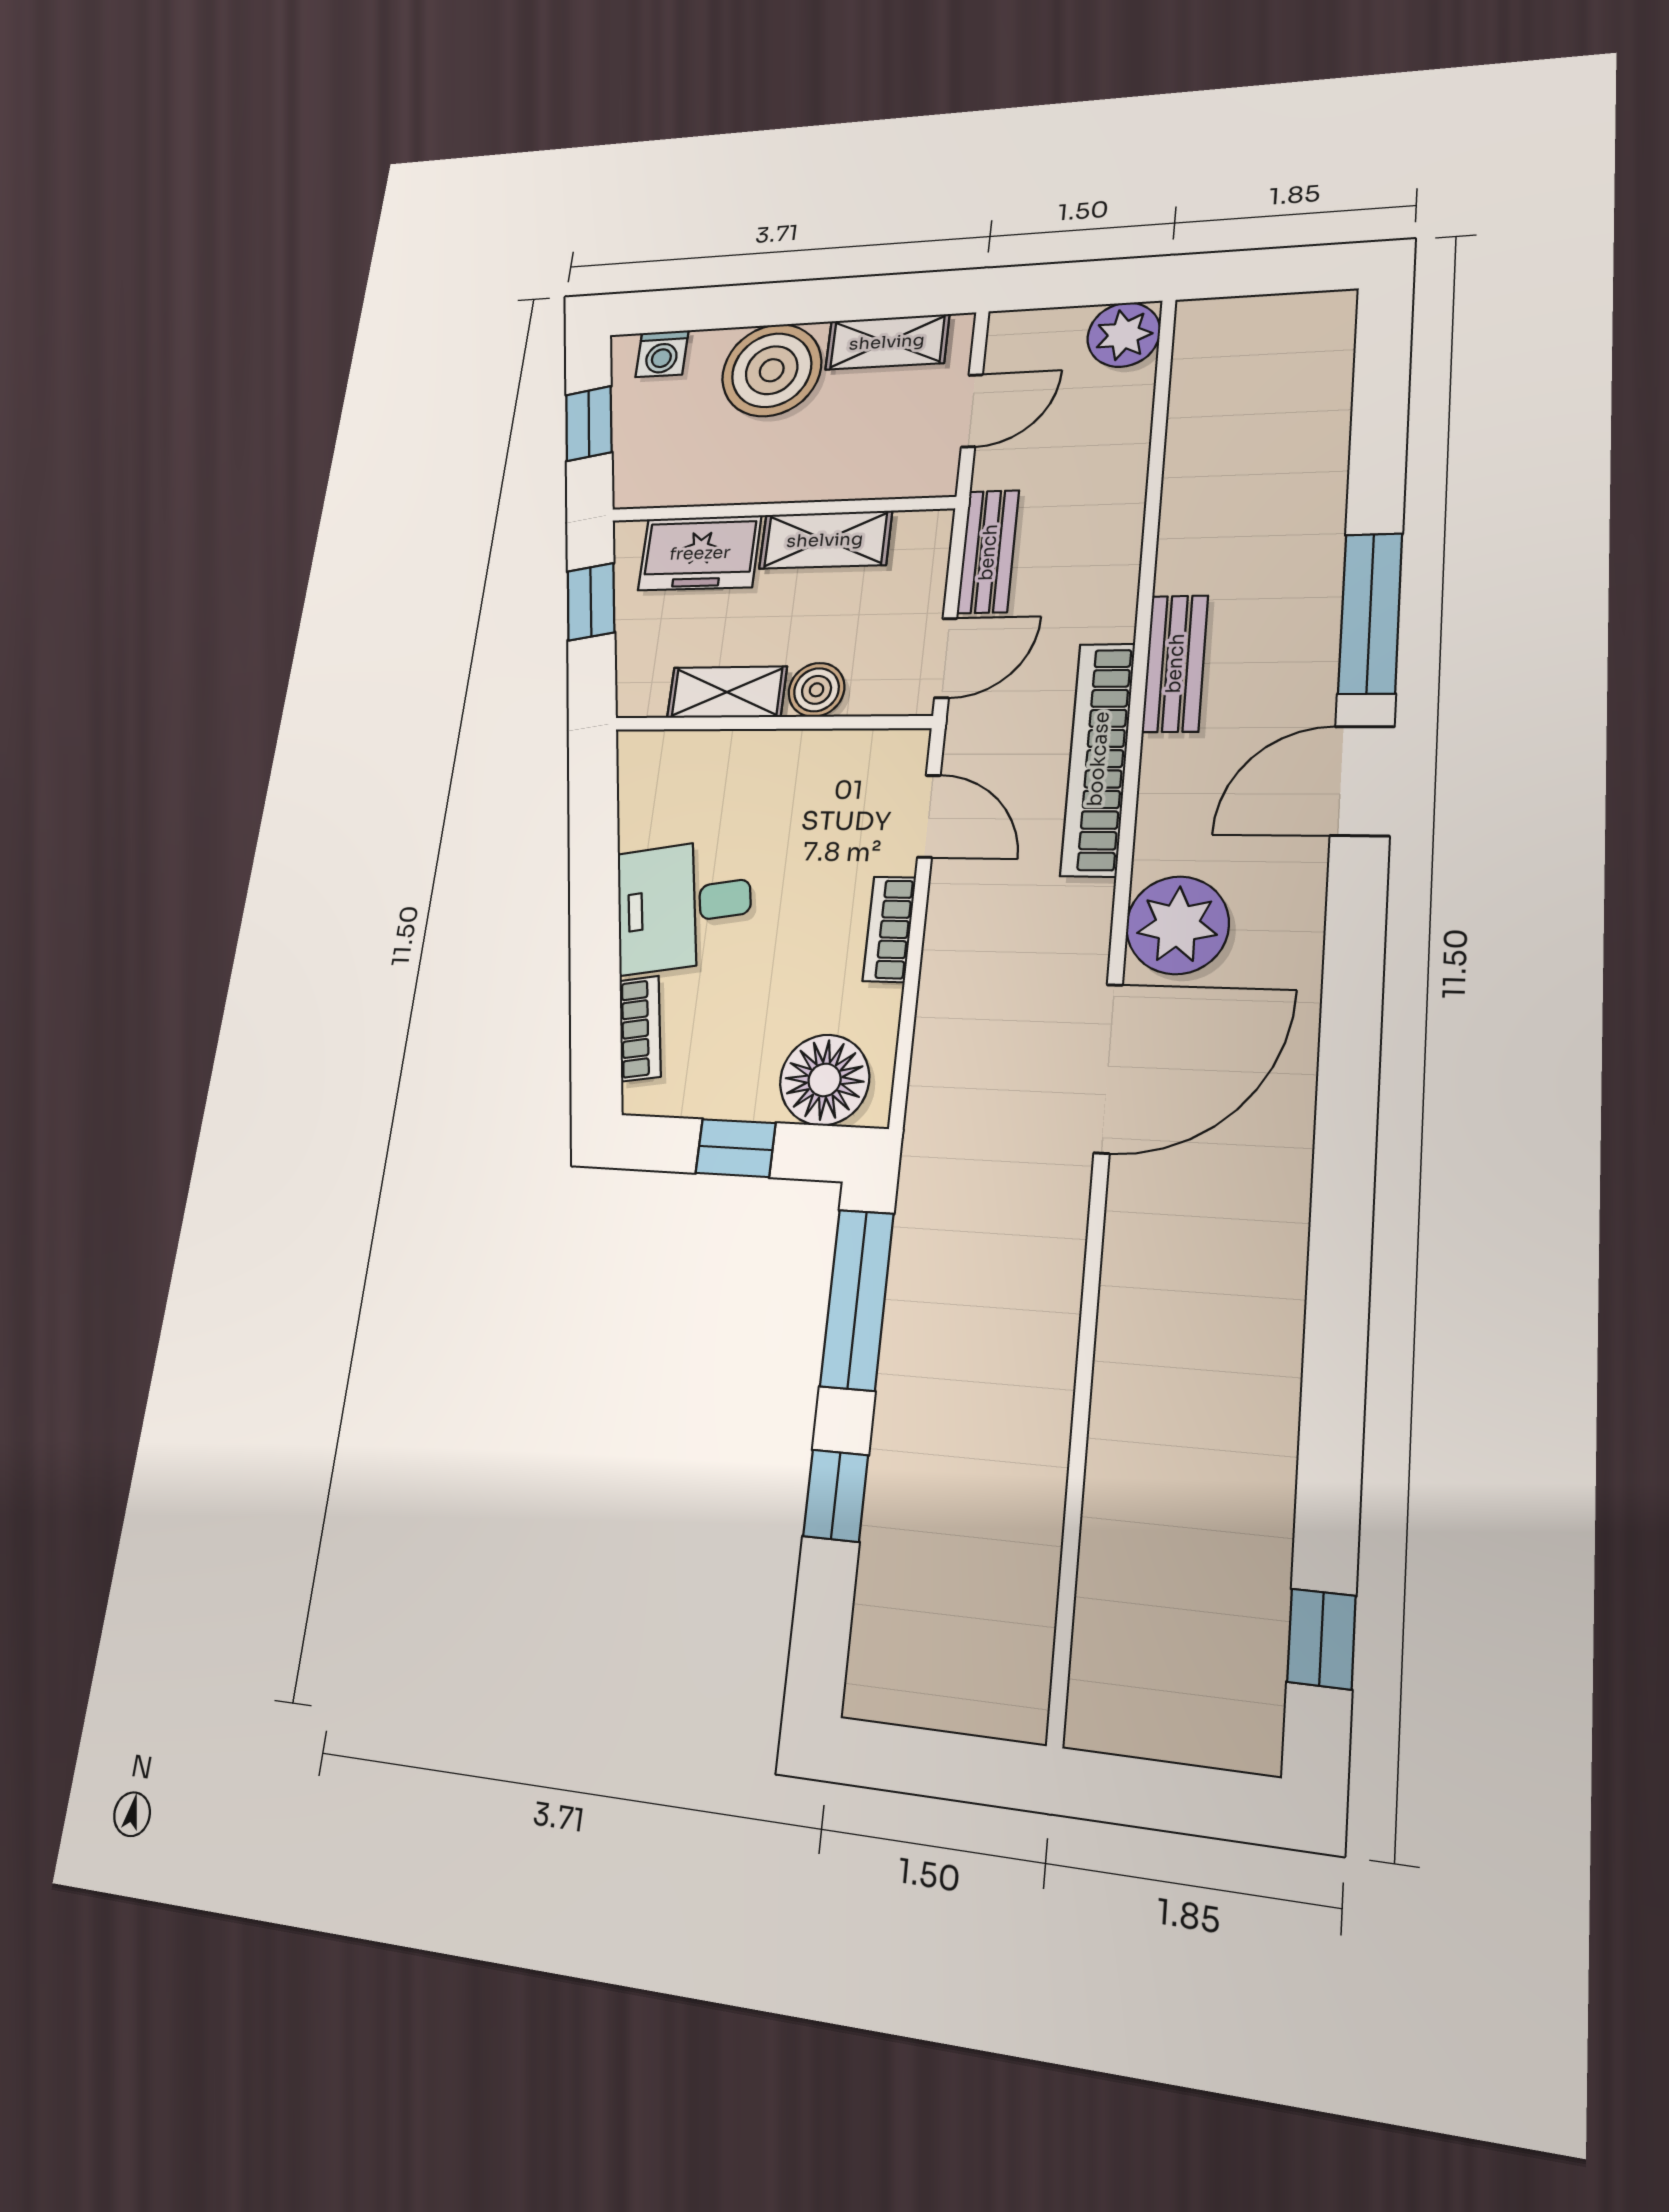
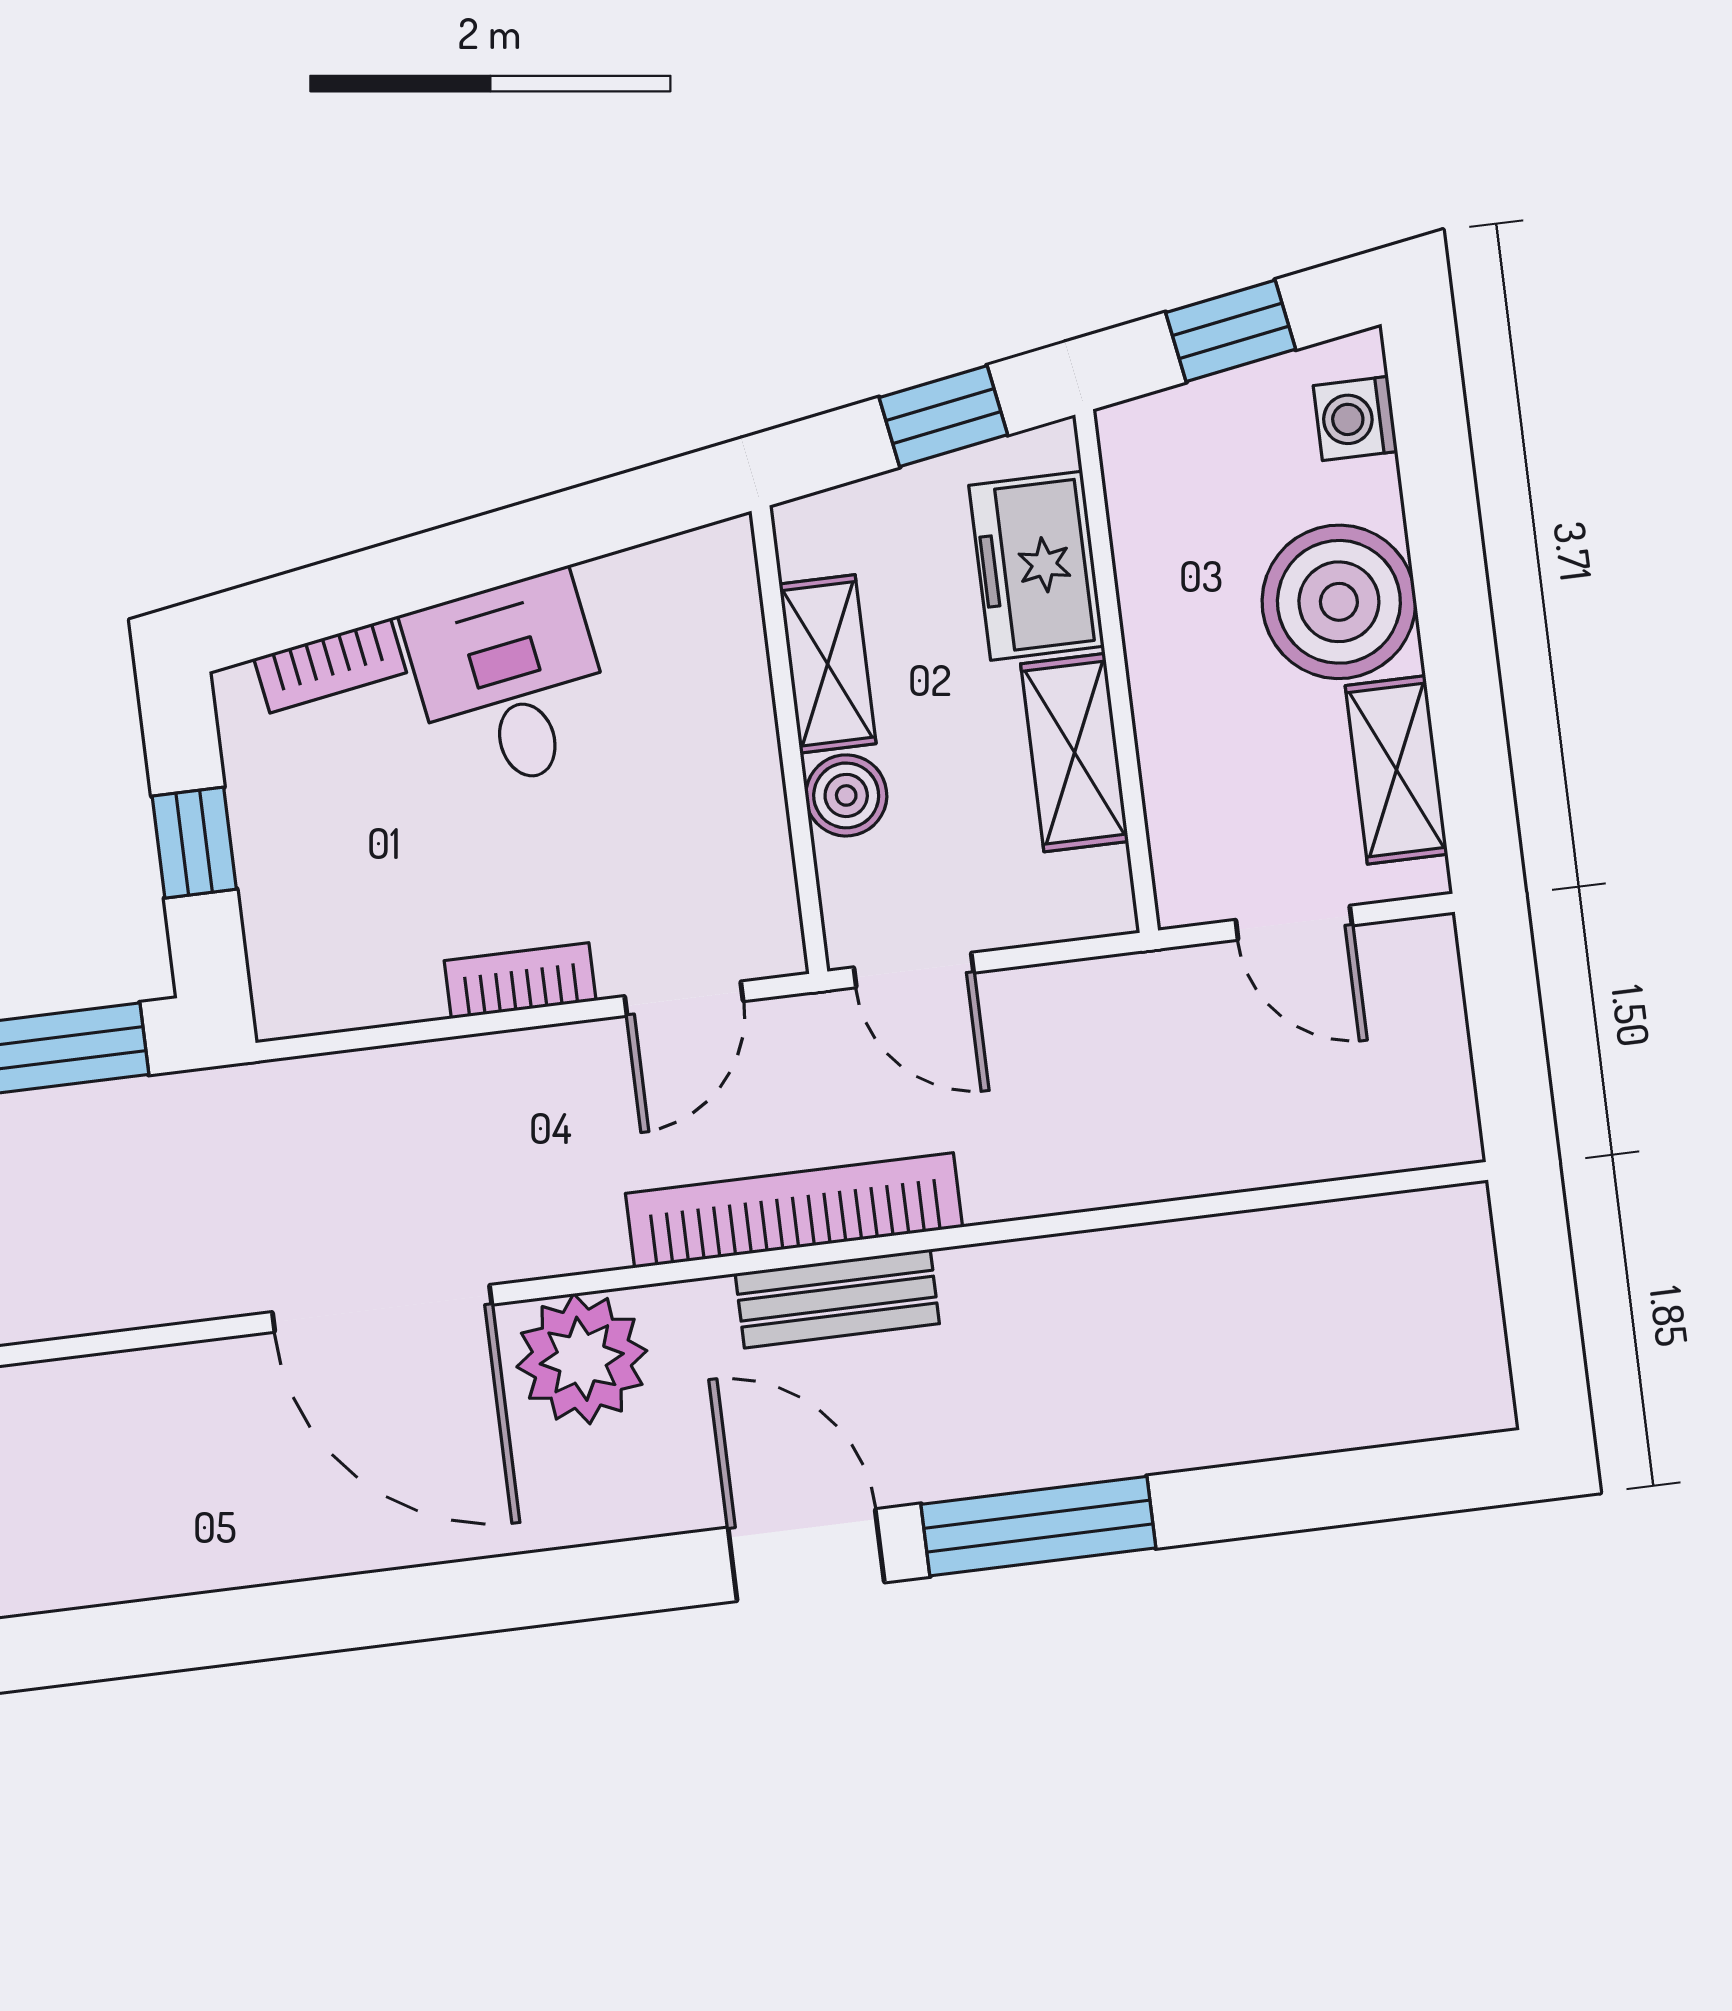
plant: (1124, 335) -> (1429, 1117), removed
bench: (988, 552) -> (1078, 994), removed
bench: (1175, 663) -> (837, 1299), moved
floor lamp: (825, 1080) -> (304, 941), removed

